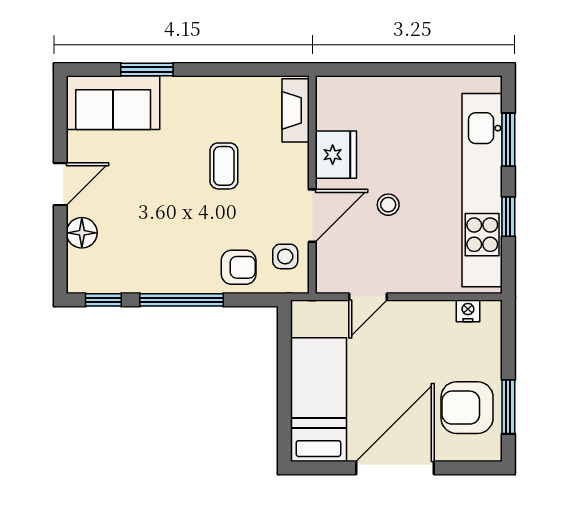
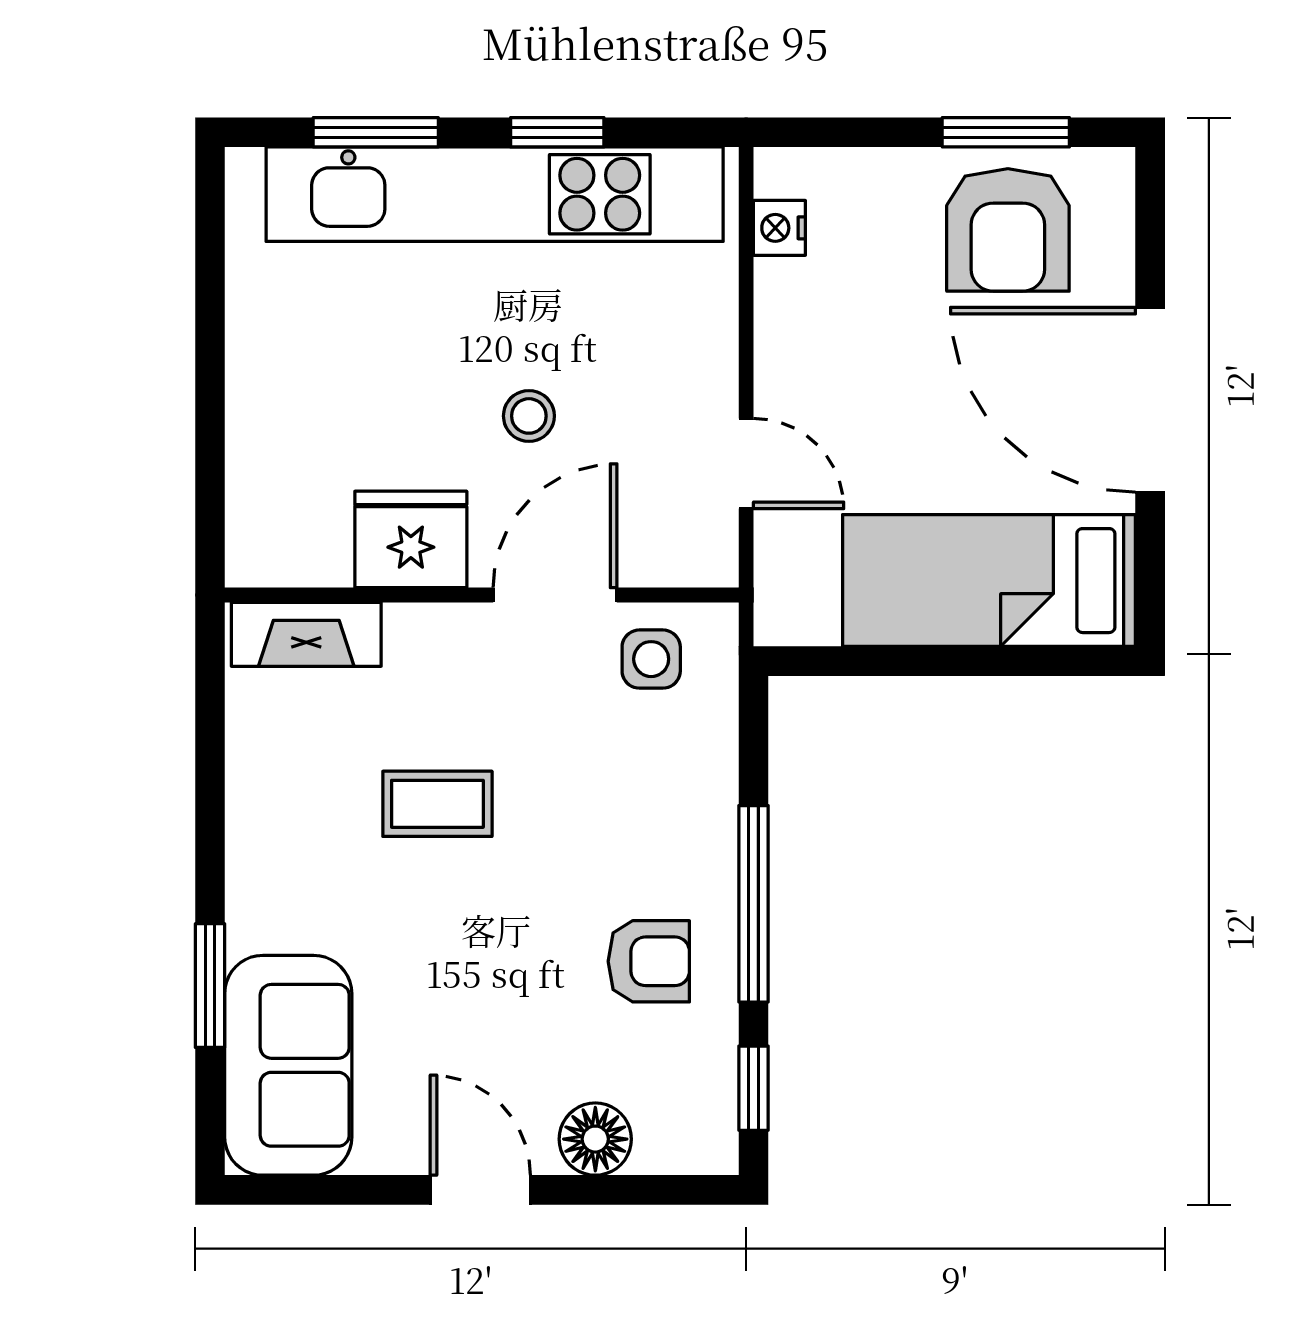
door: (312, 216) -> (555, 595), hinge flipped
armchair: (239, 267) -> (649, 961), moved, turned 90

